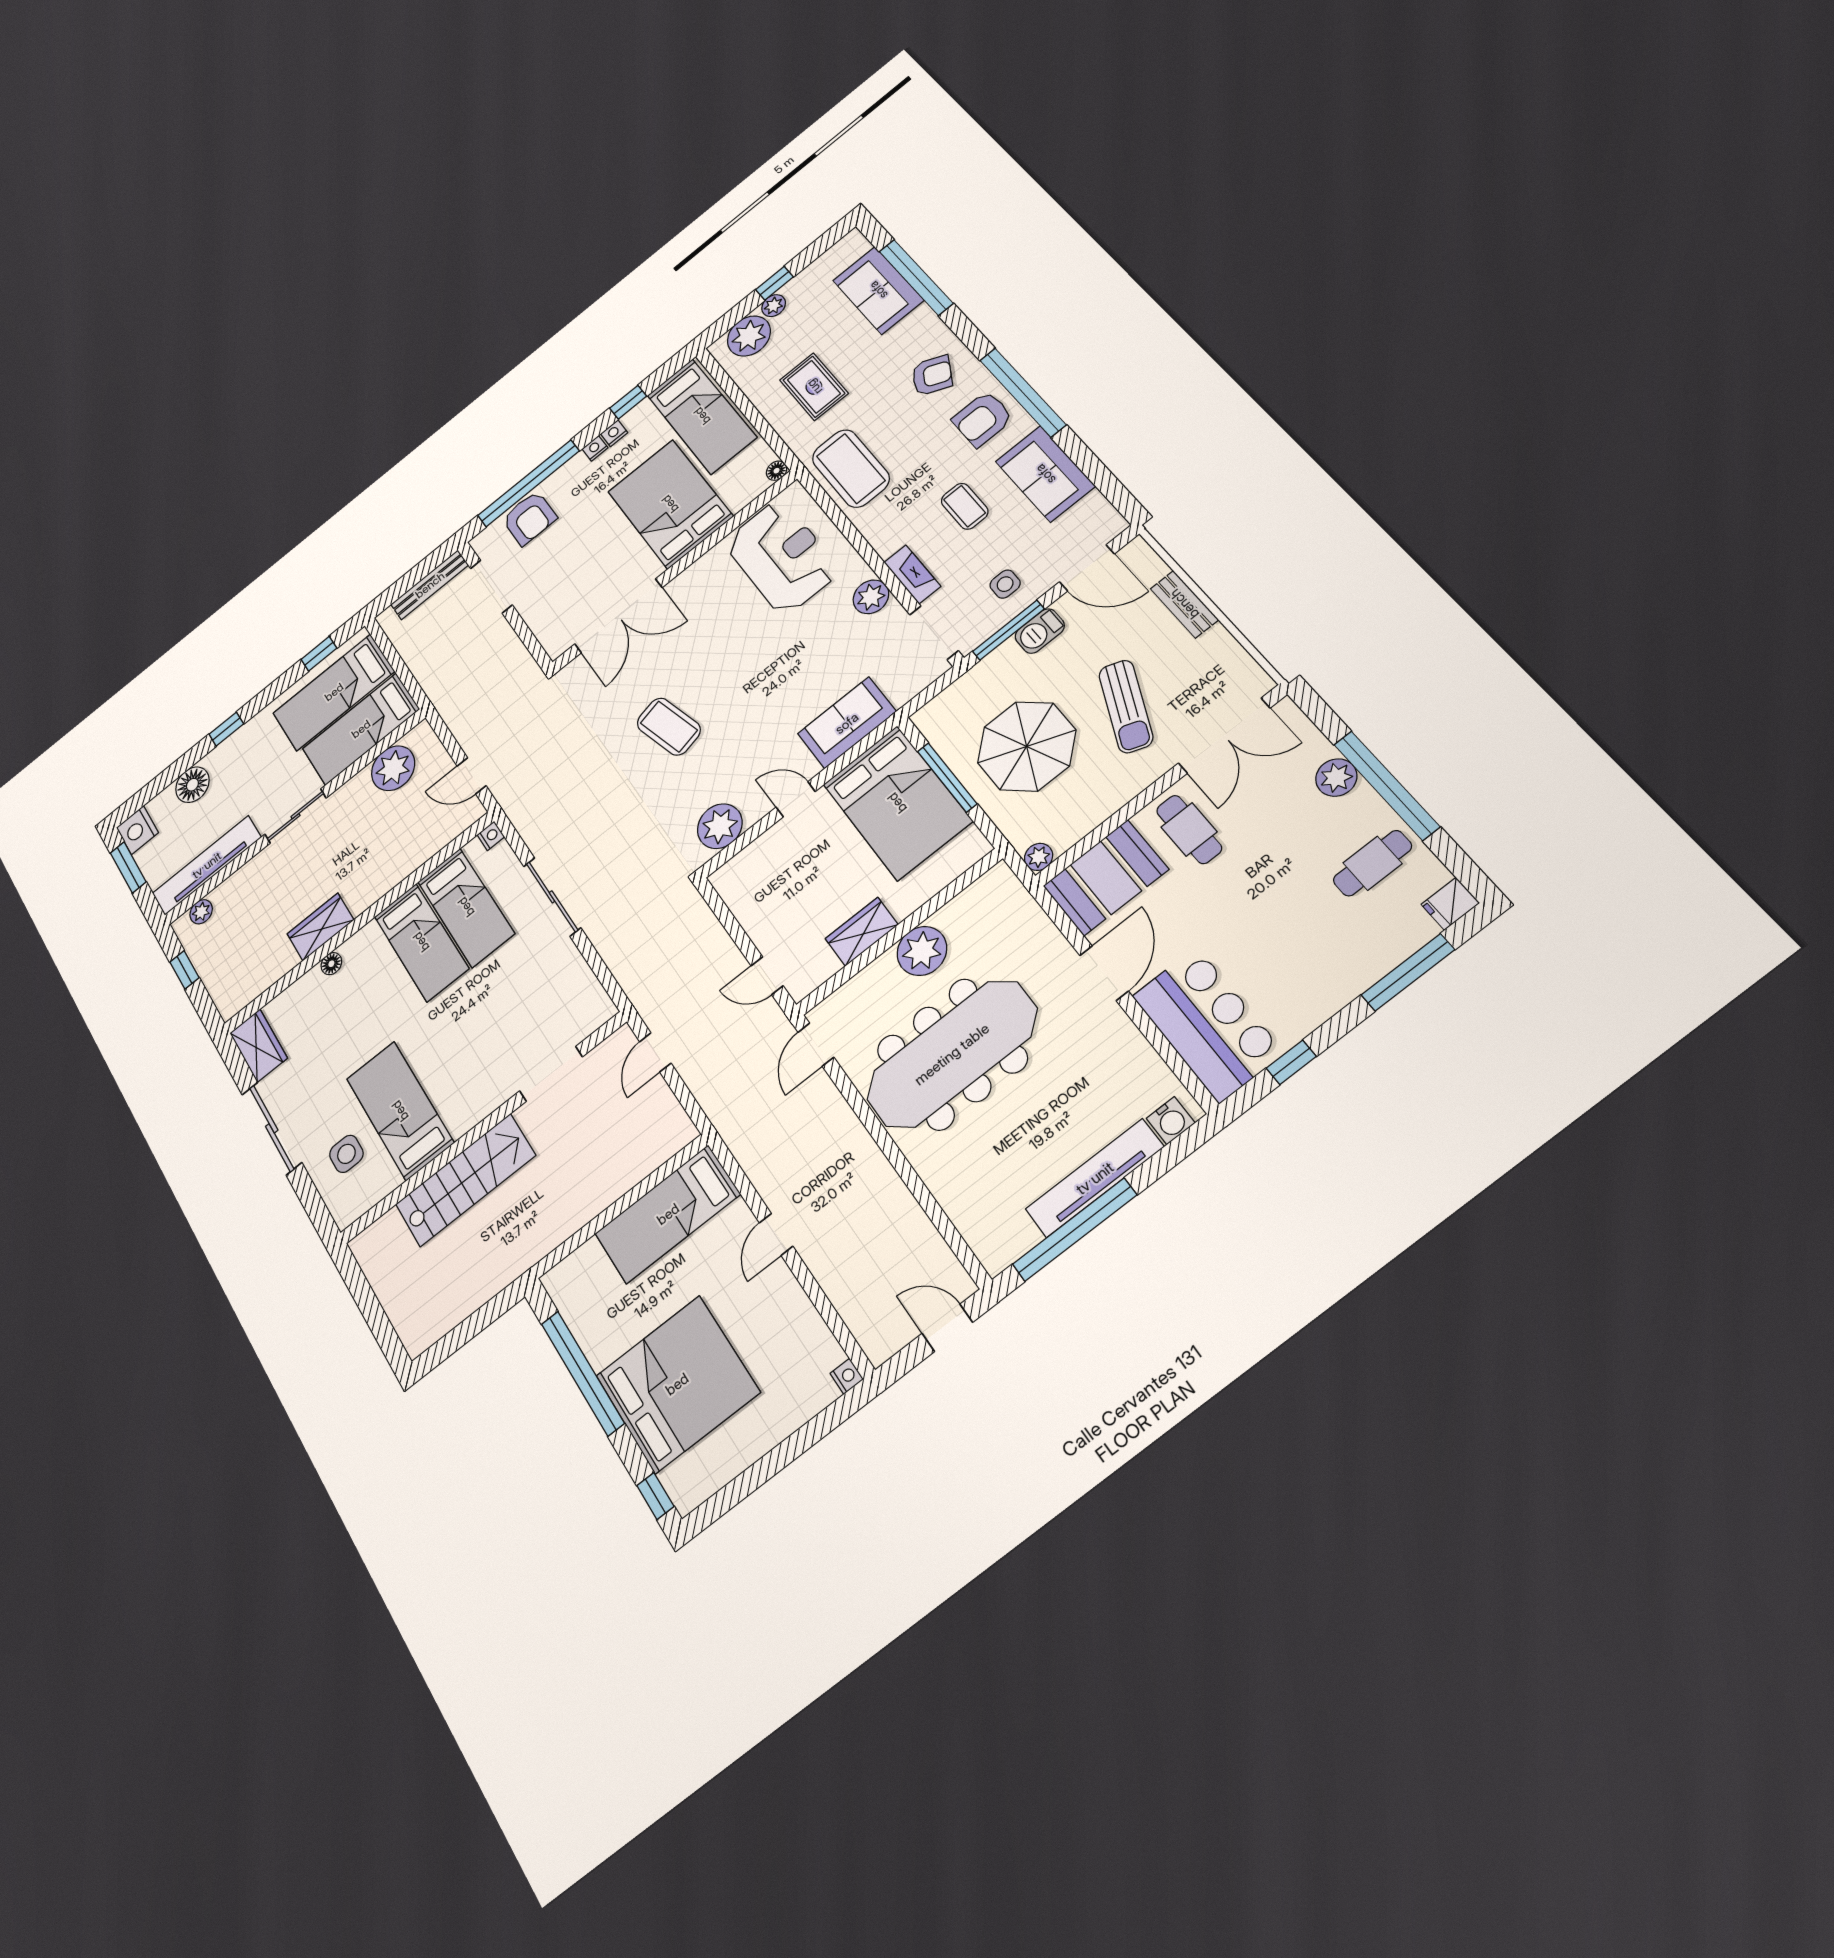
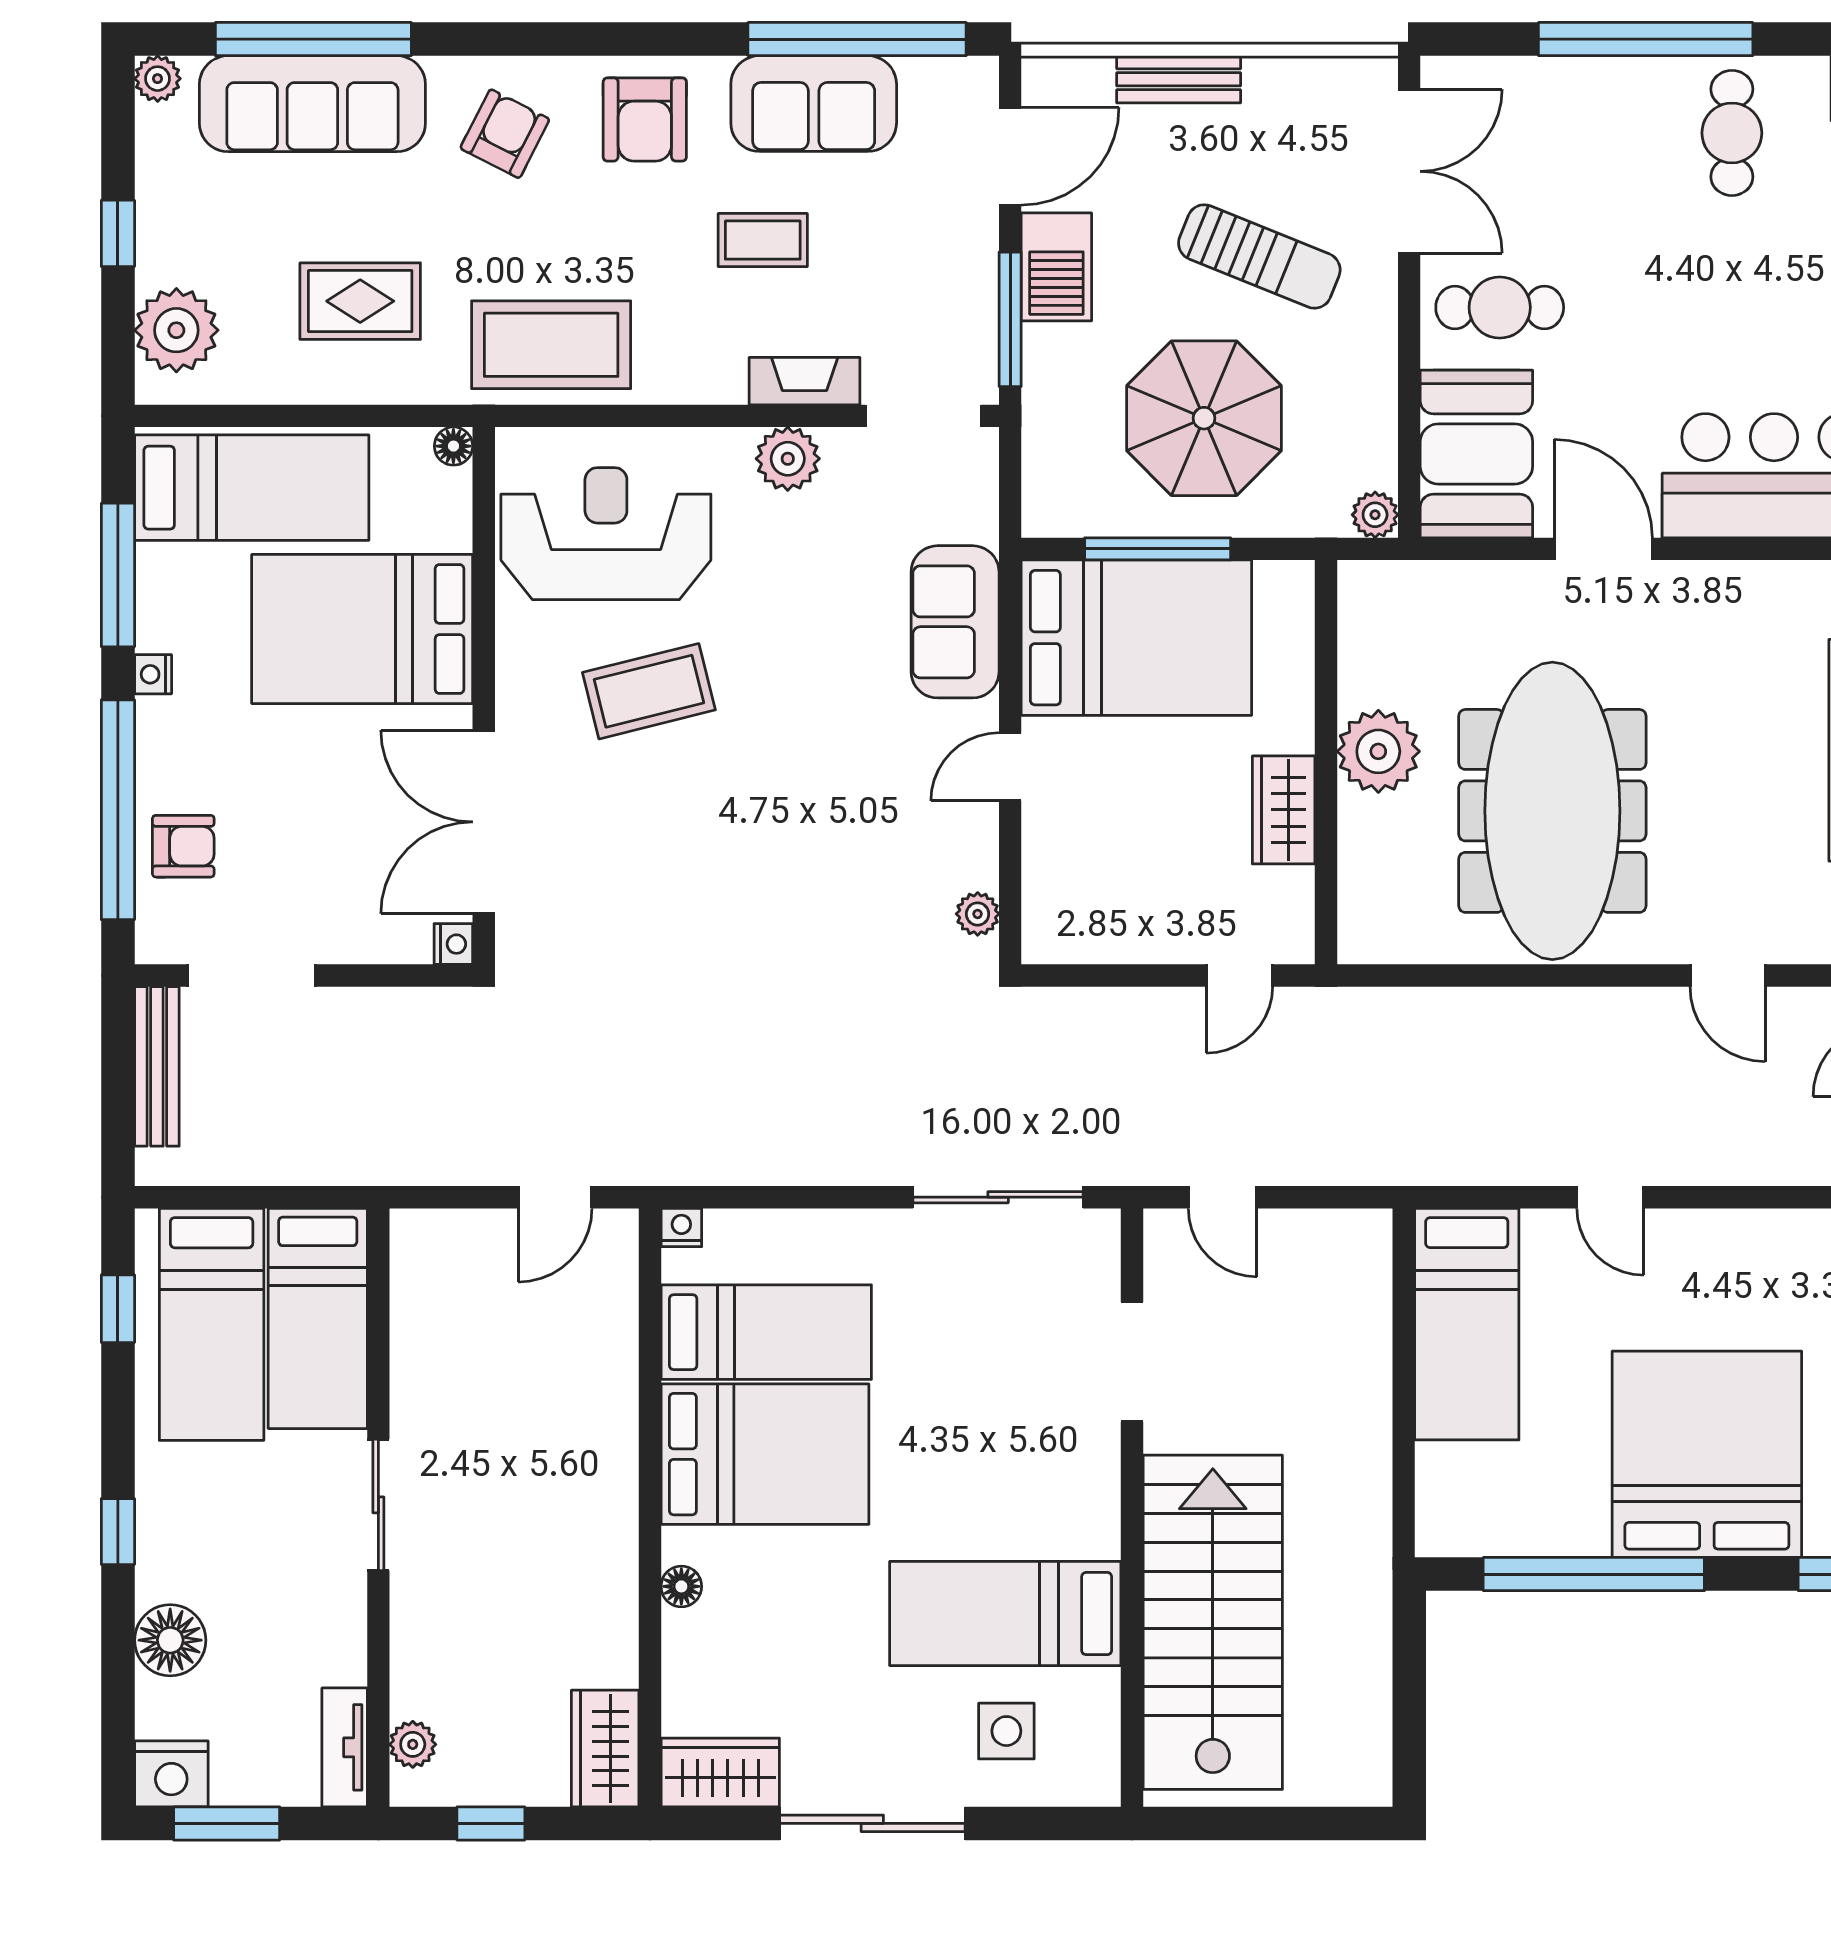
sofa: (878, 290) -> (312, 104), width x1.36
plant: (774, 306) -> (158, 79), moved
window: (1023, 392) -> (857, 39), moved
window: (628, 402) -> (118, 575), width x2.17
nightstand: (614, 433) -> (453, 944), moved, turned 180
armchair: (529, 518) -> (183, 846), width x0.72, depth x0.72
side table: (1005, 584) -> (936, 274), removed
double door: (618, 616) -> (484, 822), swing flipped
barbecue: (1040, 631) -> (1056, 267), width x1.38, depth x1.27
coffee table: (669, 727) -> (649, 691), moved
plant: (393, 768) -> (433, 1308), removed
plant: (1336, 778) -> (1584, 87), removed
plant: (720, 826) -> (978, 914), width x0.53, depth x0.53
tv unit: (207, 865) -> (345, 1747), width x0.52, depth x0.78
sliding door: (552, 897) -> (998, 1197), moved
wardrobe: (320, 927) -> (605, 1749), moved
bed: (421, 942) -> (765, 1454), width x1.50
door: (816, 1045) -> (1728, 976), moved
stairs: (465, 1180) -> (1213, 1622), width x1.36, depth x1.51

